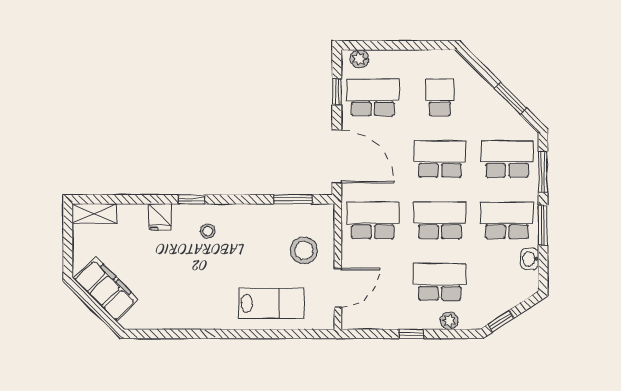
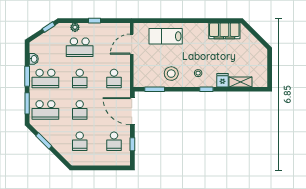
plant: (359, 59) -> (121, 161), removed
school desk: (373, 97) -> (114, 141), width x0.54
school desk: (440, 159) -> (80, 110), width x0.54
shelving: (94, 214) -> (240, 82), moved
school desk: (373, 220) -> (114, 79), width x0.54
school desk: (440, 220) -> (80, 79), width x0.54
stool: (304, 250) -> (171, 74), moved
filing cabinet: (106, 289) -> (224, 31), moved, turned -45

